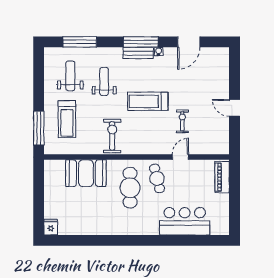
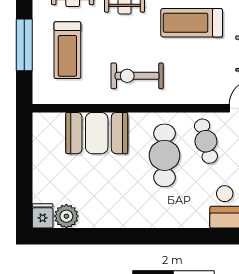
window: (39, 128) -> (24, 45), moved
exercise bike: (112, 136) -> (137, 76), turned -90
plant: (66, 227) -> (66, 216), added

